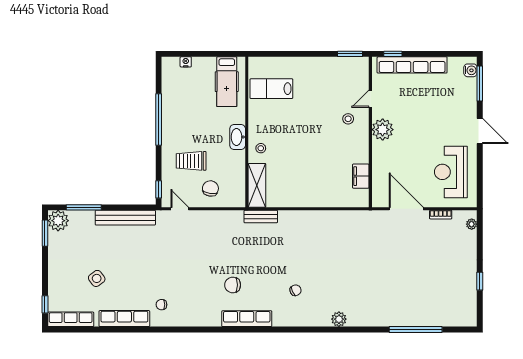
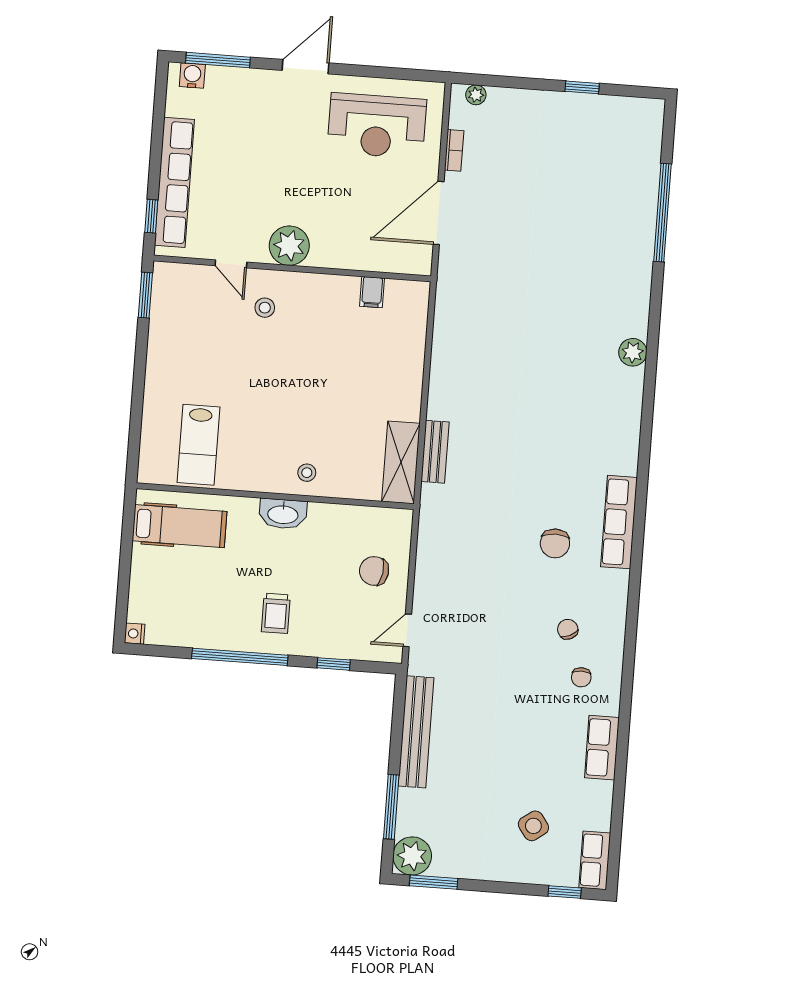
nightstand: (186, 62) -> (135, 634), moved
trolley: (191, 161) -> (276, 613), moved, width x0.73, depth x0.72
filing cabinet: (361, 176) -> (372, 292), width x0.50
shelving: (257, 185) -> (401, 462), moved, turned 90
window: (159, 189) -> (334, 664), moved
bench: (261, 217) -> (435, 452), moved
side table: (97, 278) -> (533, 826), moved
chair: (296, 290) -> (568, 629), moved
row of seats: (71, 319) -> (595, 860), width x0.68
row of seats: (124, 319) -> (602, 748), width x0.68

